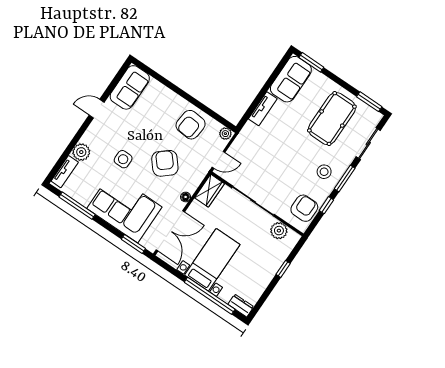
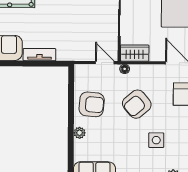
plant: (225, 134) -> (80, 133), moved
floor lamp: (186, 197) -> (125, 69), moved

